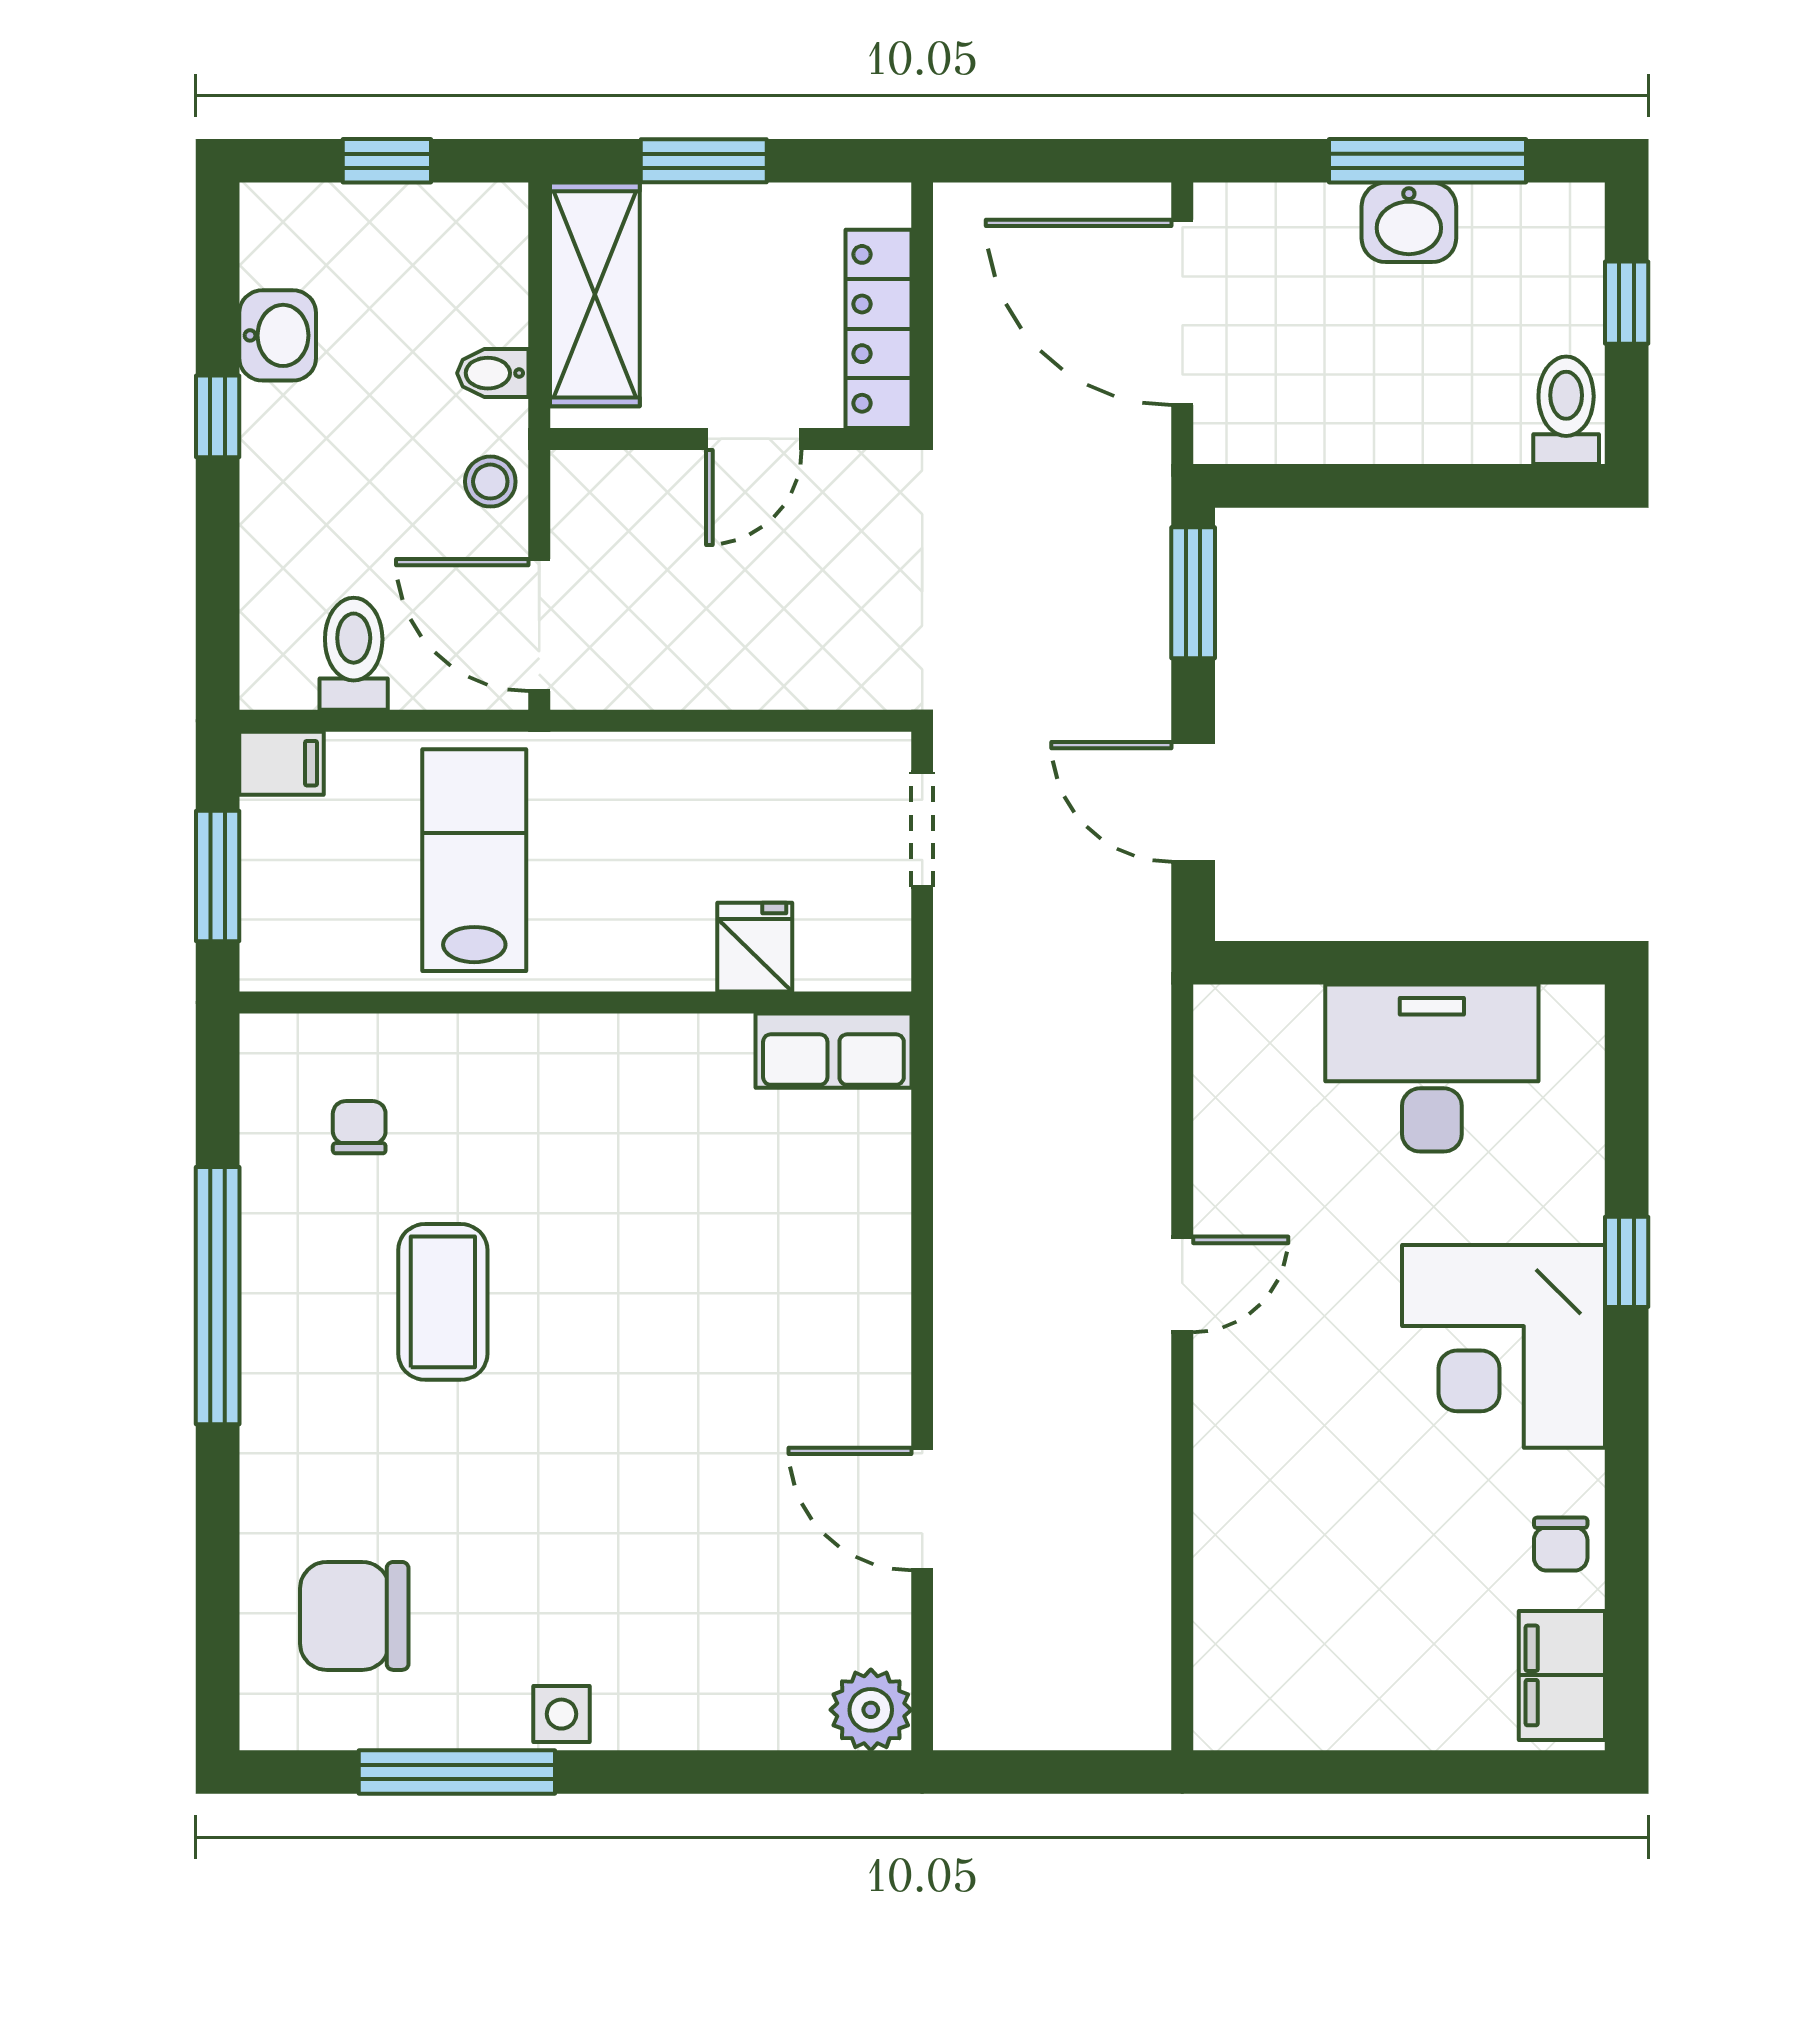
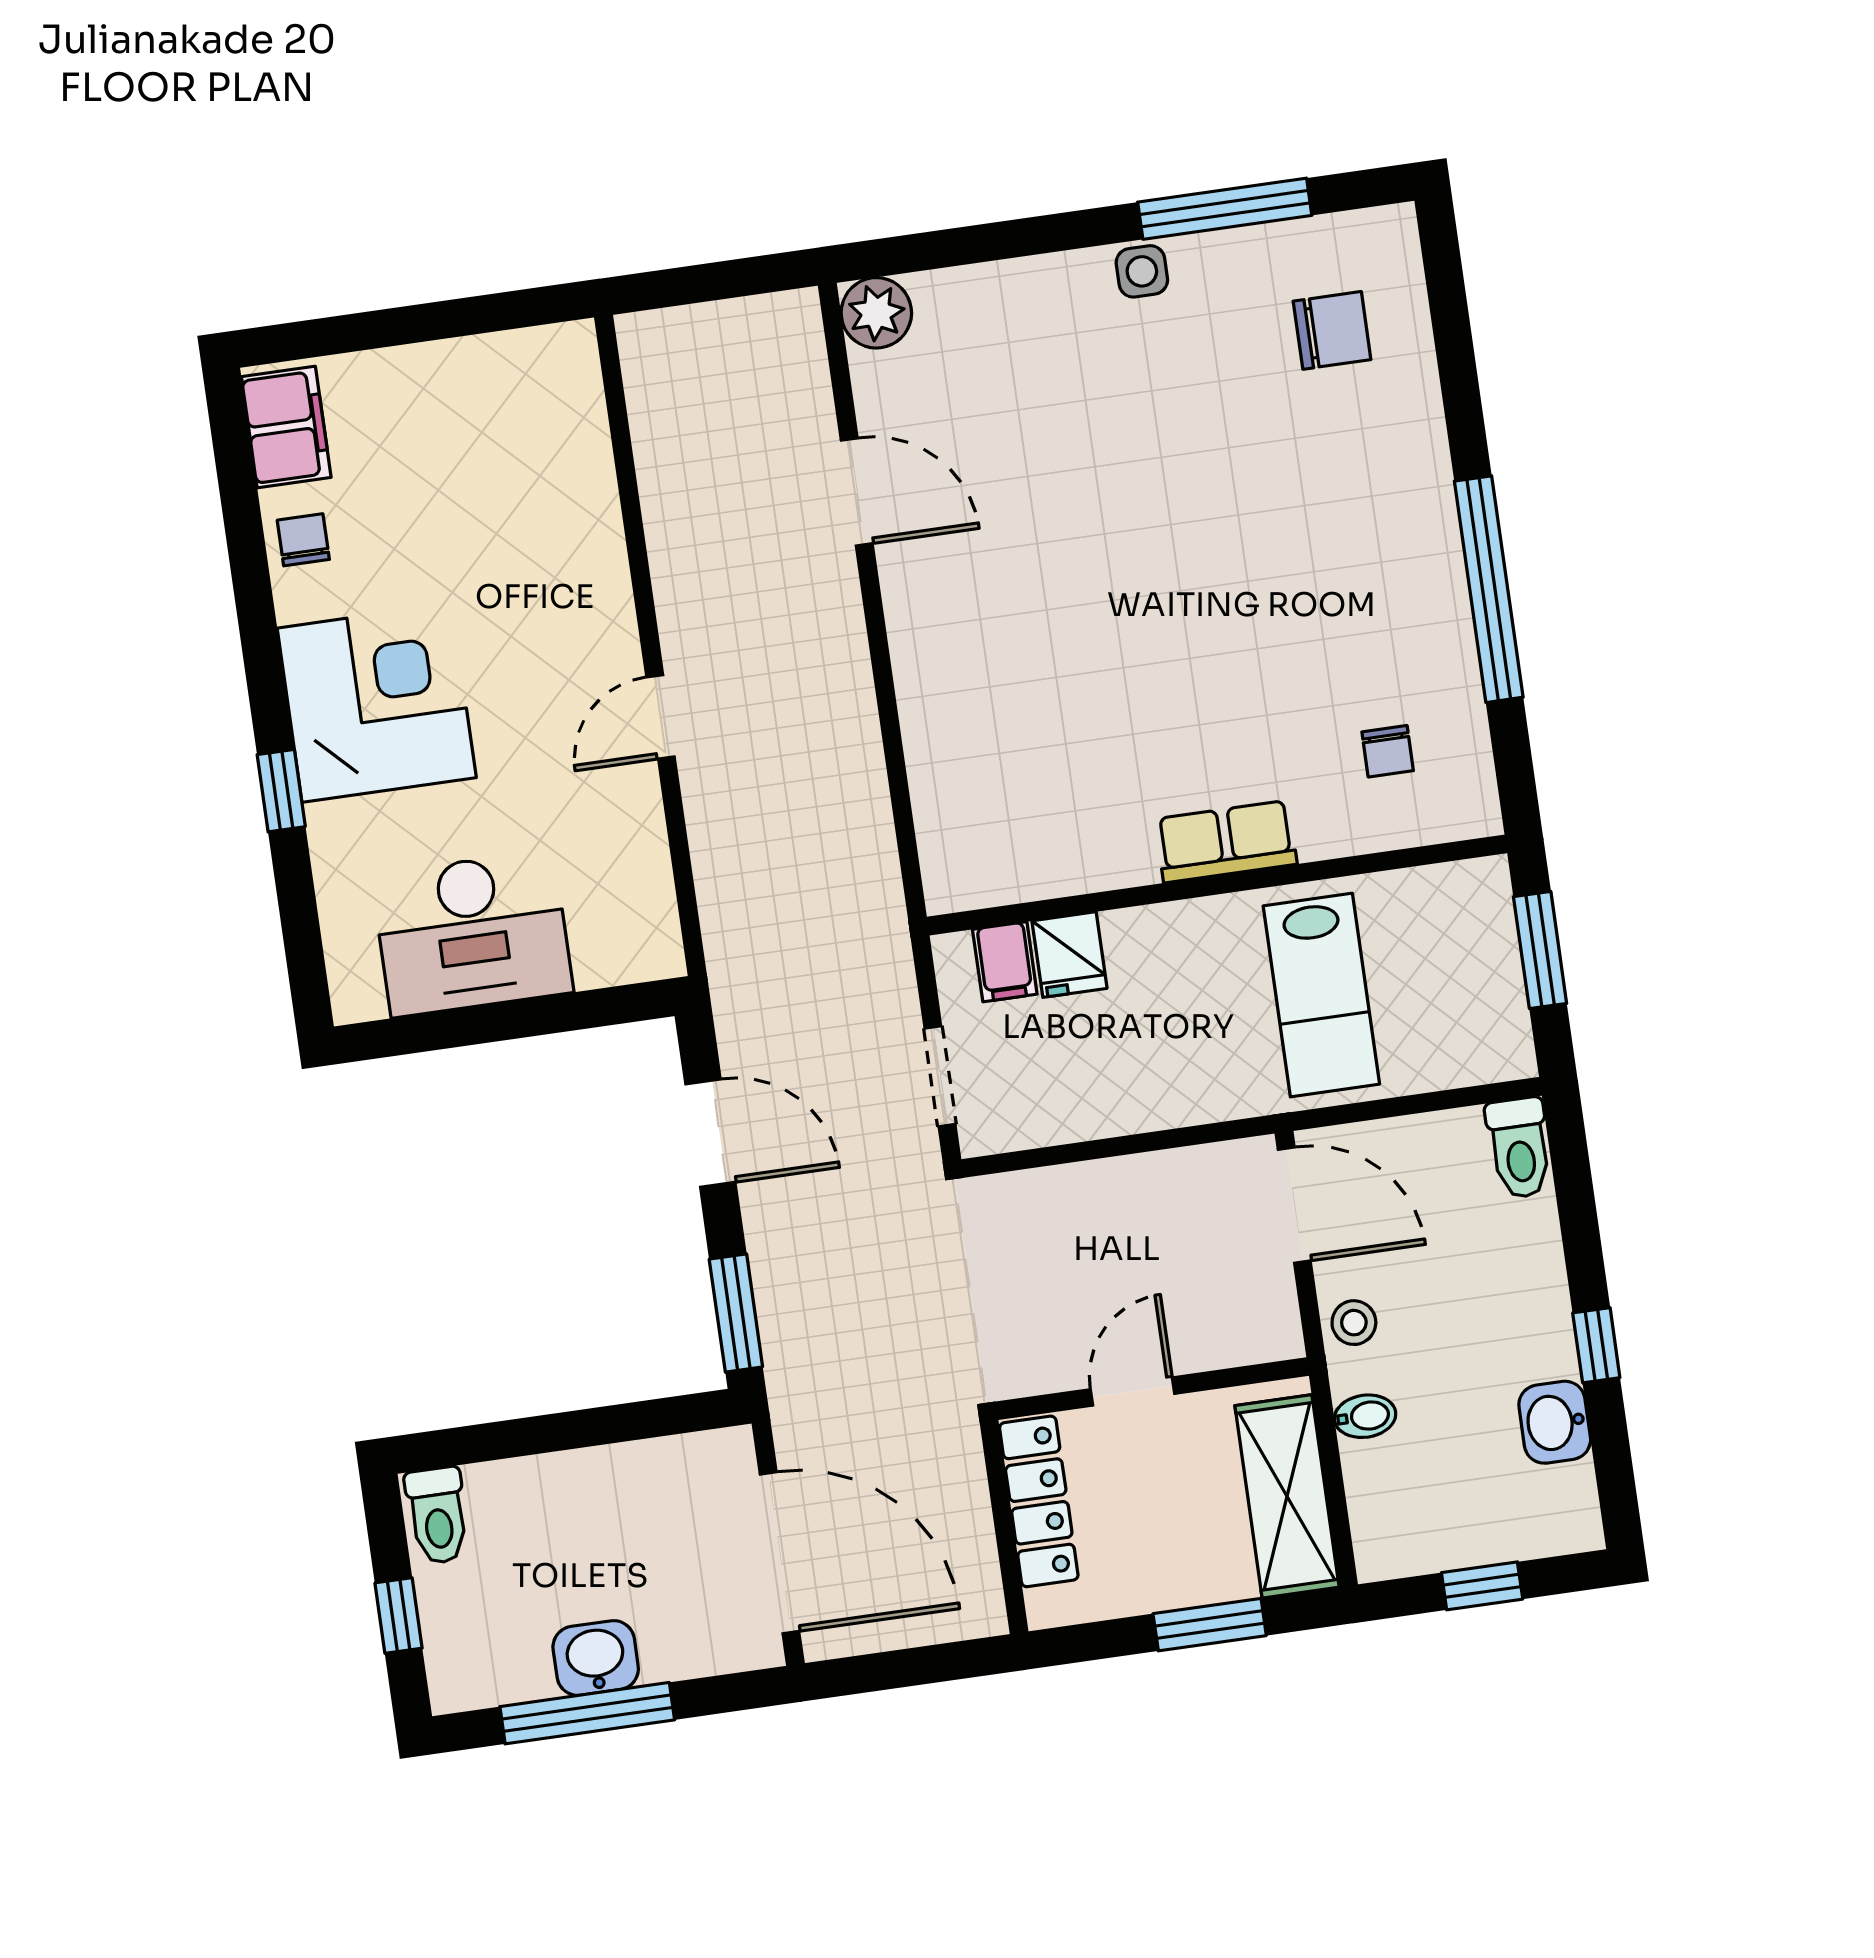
toilet: (354, 654) -> (1519, 1148), moved
filing cabinet: (282, 763) -> (1005, 962), moved, turned -90
row of seats: (833, 1051) -> (1226, 842), moved
coffee table: (443, 1302) -> (1294, 611), removed
chair: (354, 1616) -> (1332, 330), width x0.73, depth x0.73

